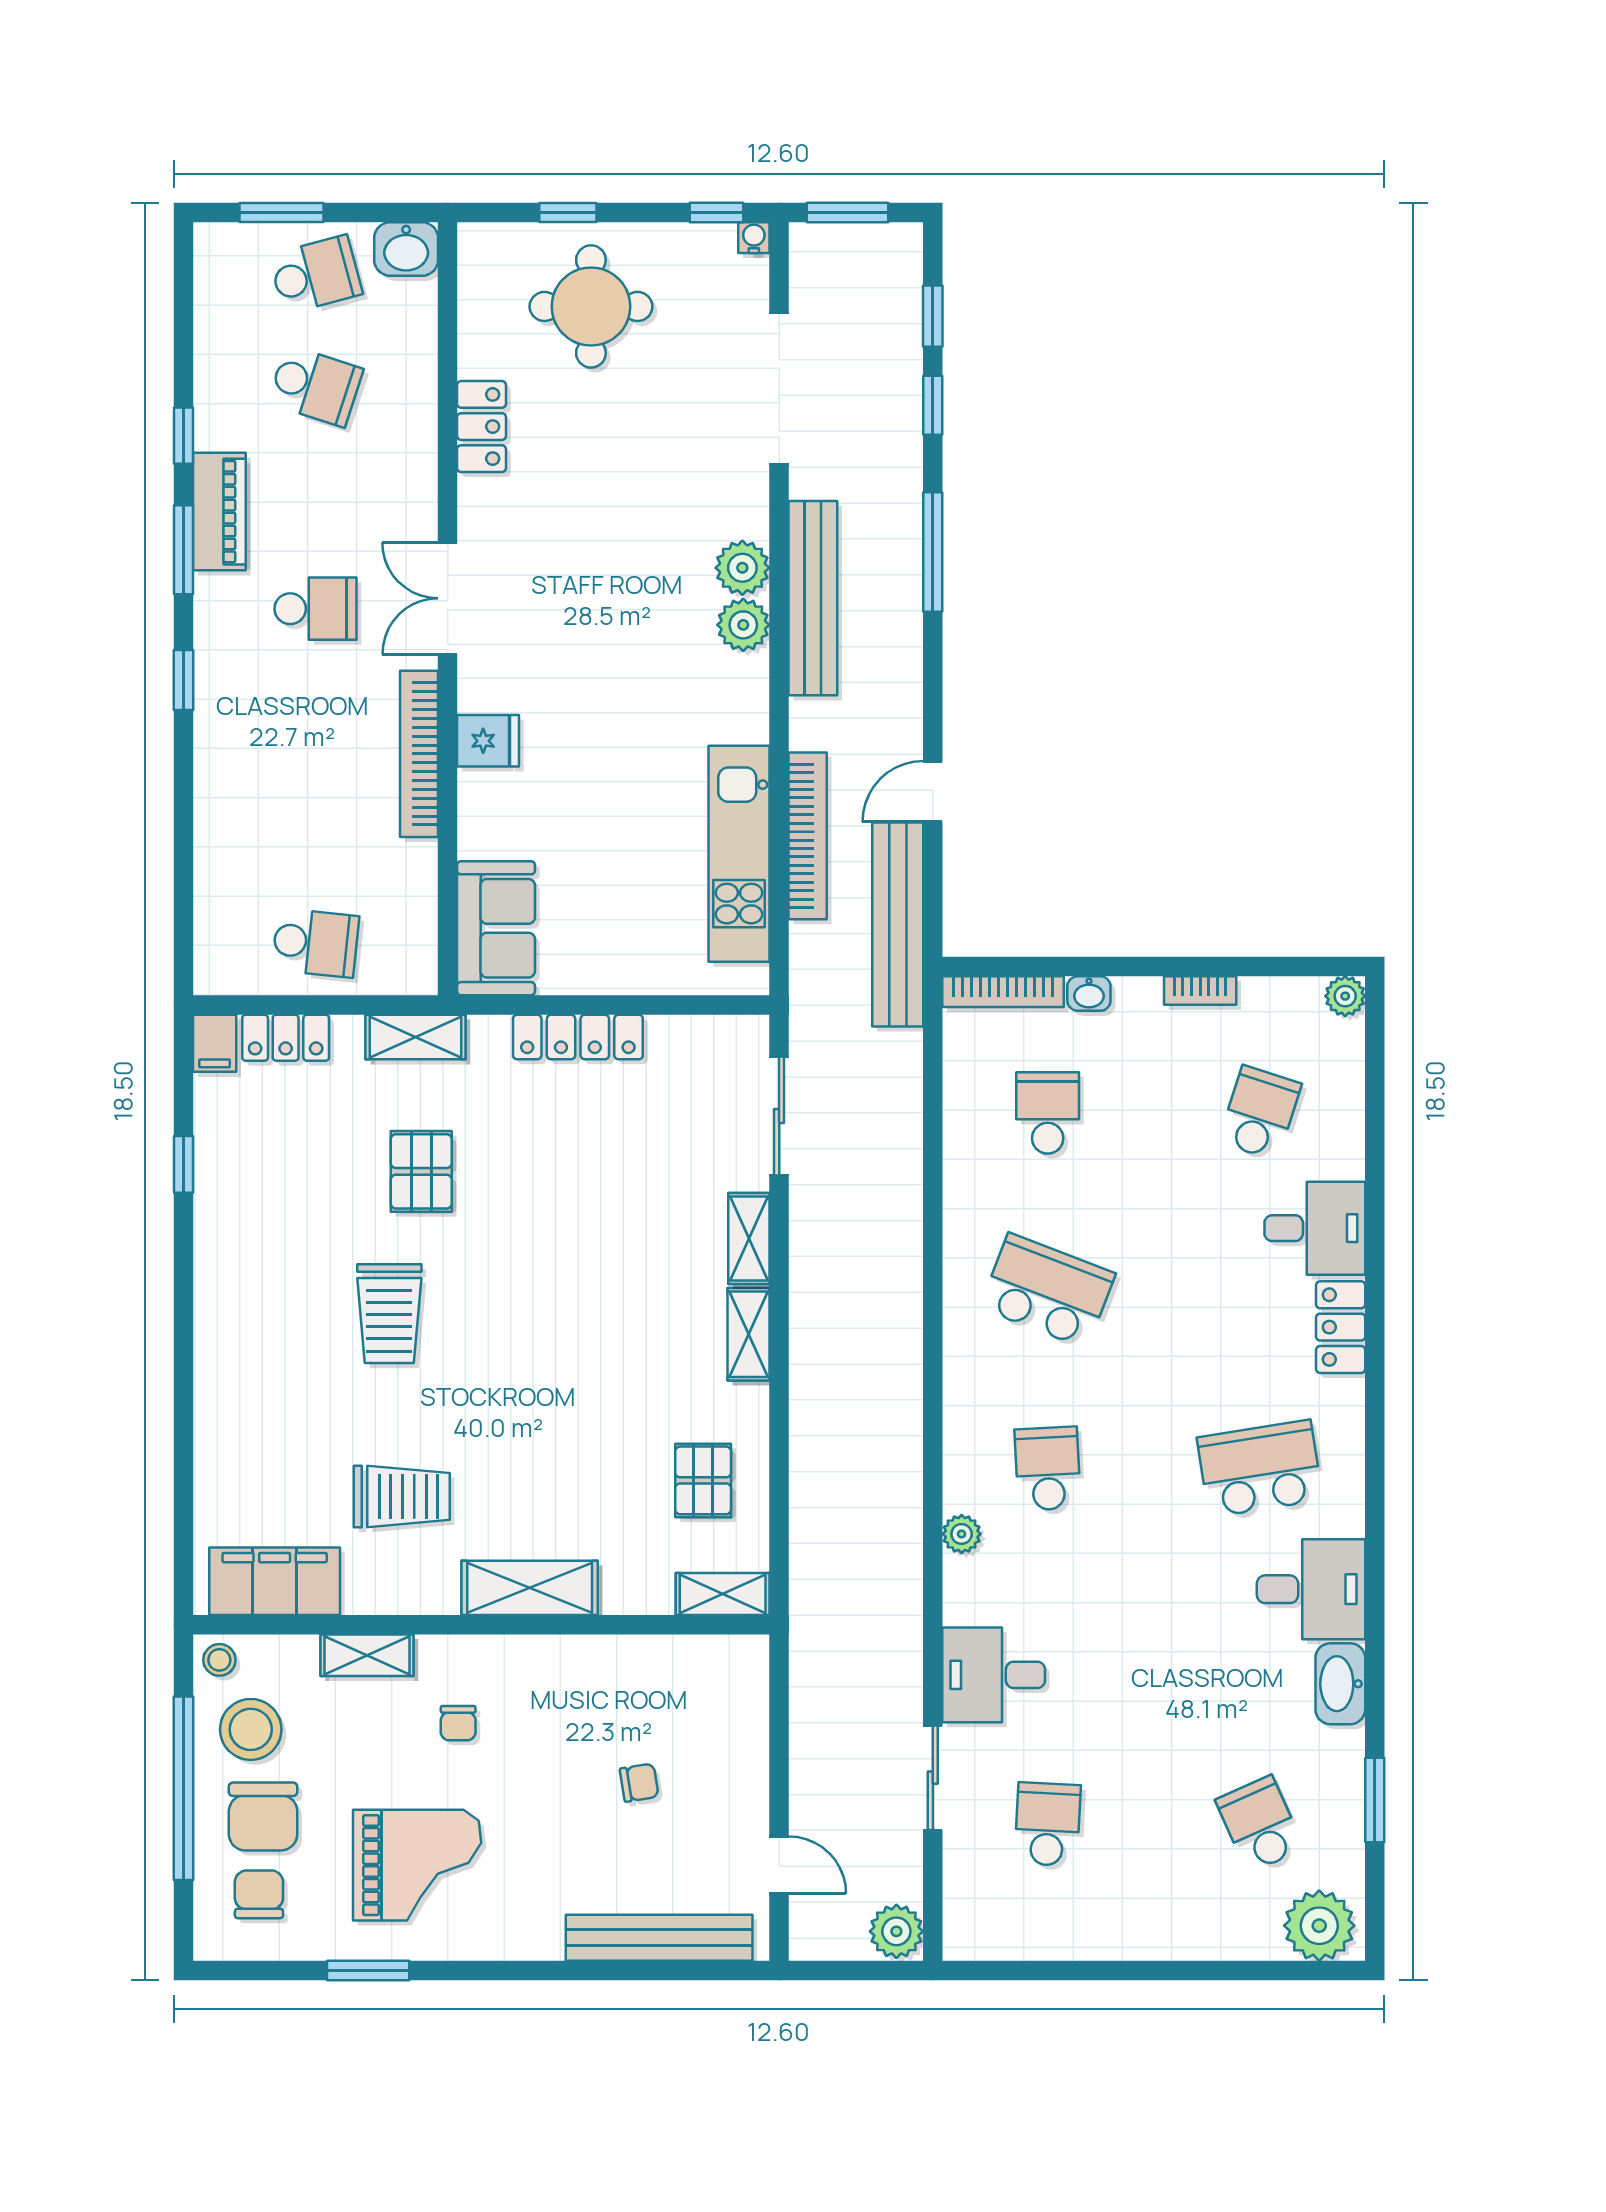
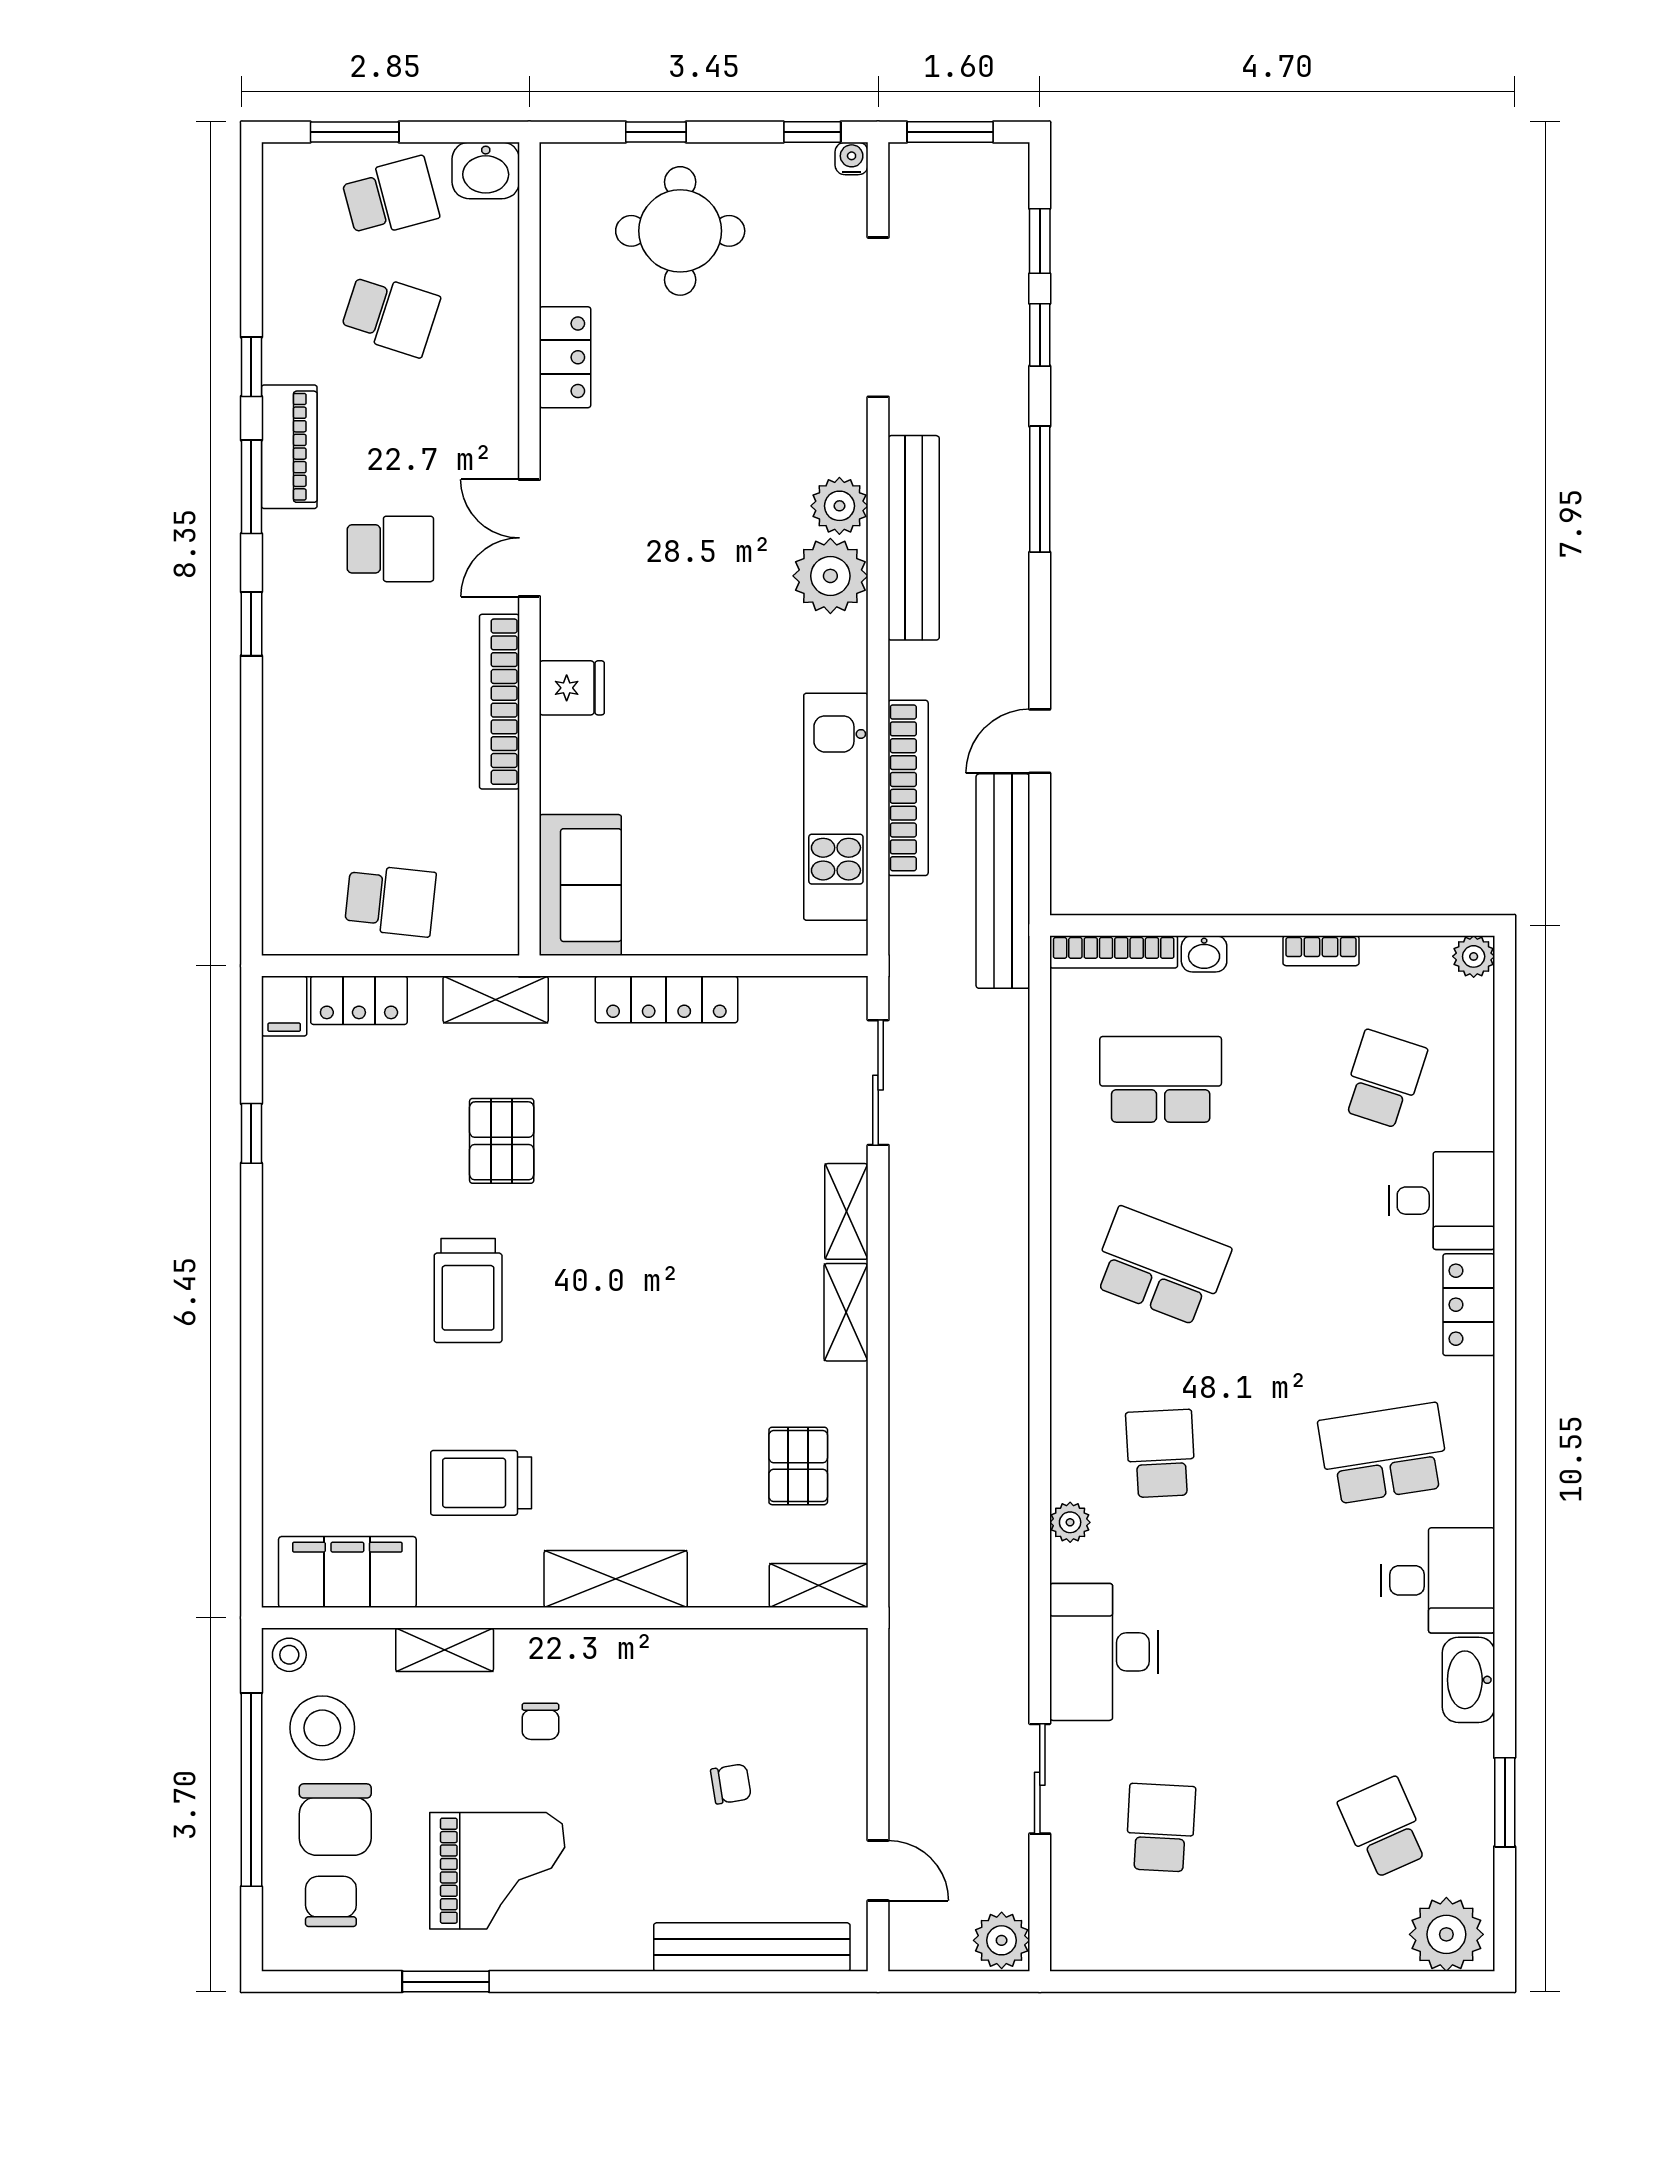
plant: (743, 625) -> (830, 576), width x1.36, depth x1.36
school desk: (1048, 1113) -> (1161, 1079), width x1.85
trolley: (402, 1496) -> (481, 1483), turned 180
desk: (994, 1675) -> (1104, 1652), width x1.37

